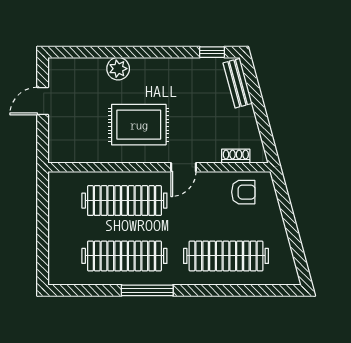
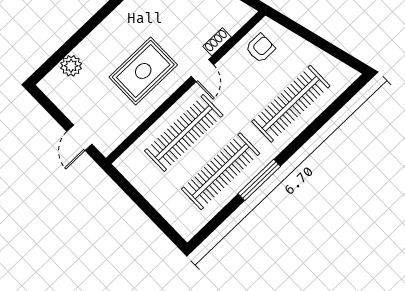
plant: (118, 69) -> (71, 66), moved
door: (43, 101) -> (79, 138), moved
shoe rack: (236, 156) -> (217, 42), moved

